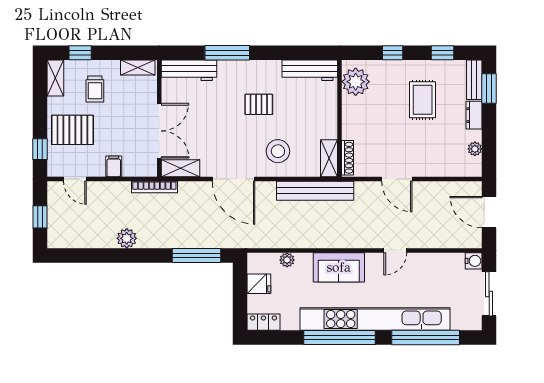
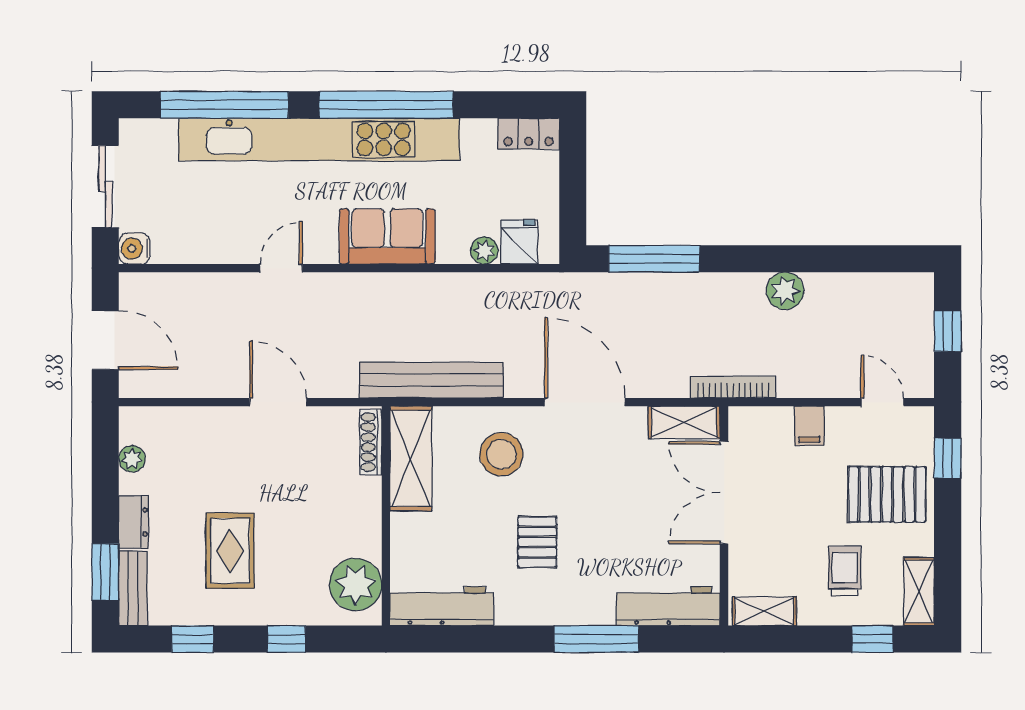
pallet: (259, 104) -> (537, 542), turned 90
shelving: (329, 158) -> (411, 458), width x1.50, depth x1.33
fridge: (259, 284) -> (519, 242), moved, turned 90

